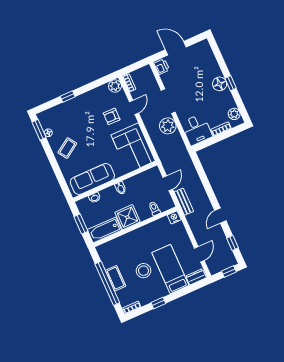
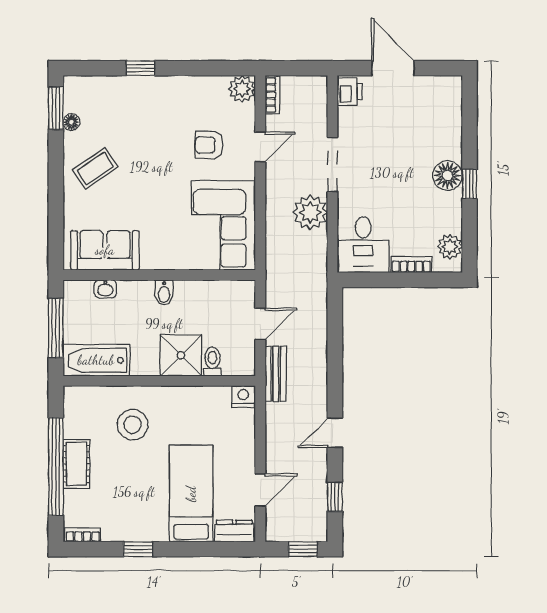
sofa: (92, 179) -> (105, 250), width x0.73
shower: (127, 217) -> (181, 355), moved
window: (81, 224) -> (56, 328), width x1.44
stool: (144, 271) -> (133, 425), moved

